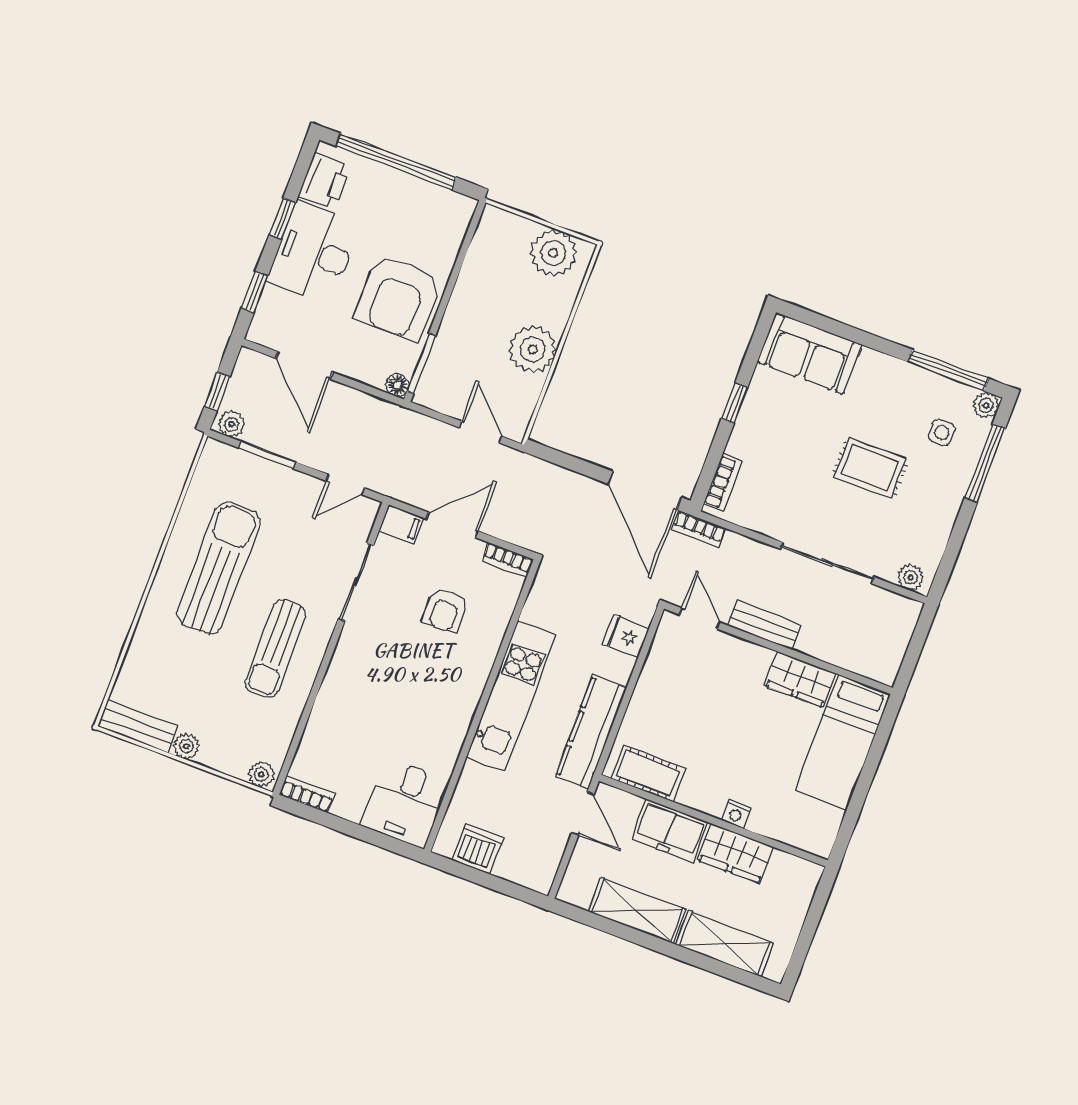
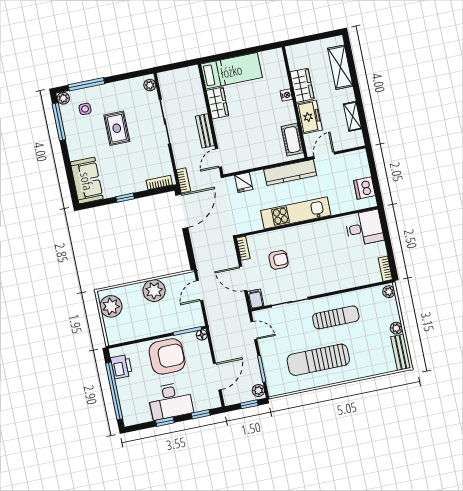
printer: (324, 181) -> (121, 367), moved, turned 90
shelving: (637, 911) -> (352, 116), width x0.67, depth x0.75

